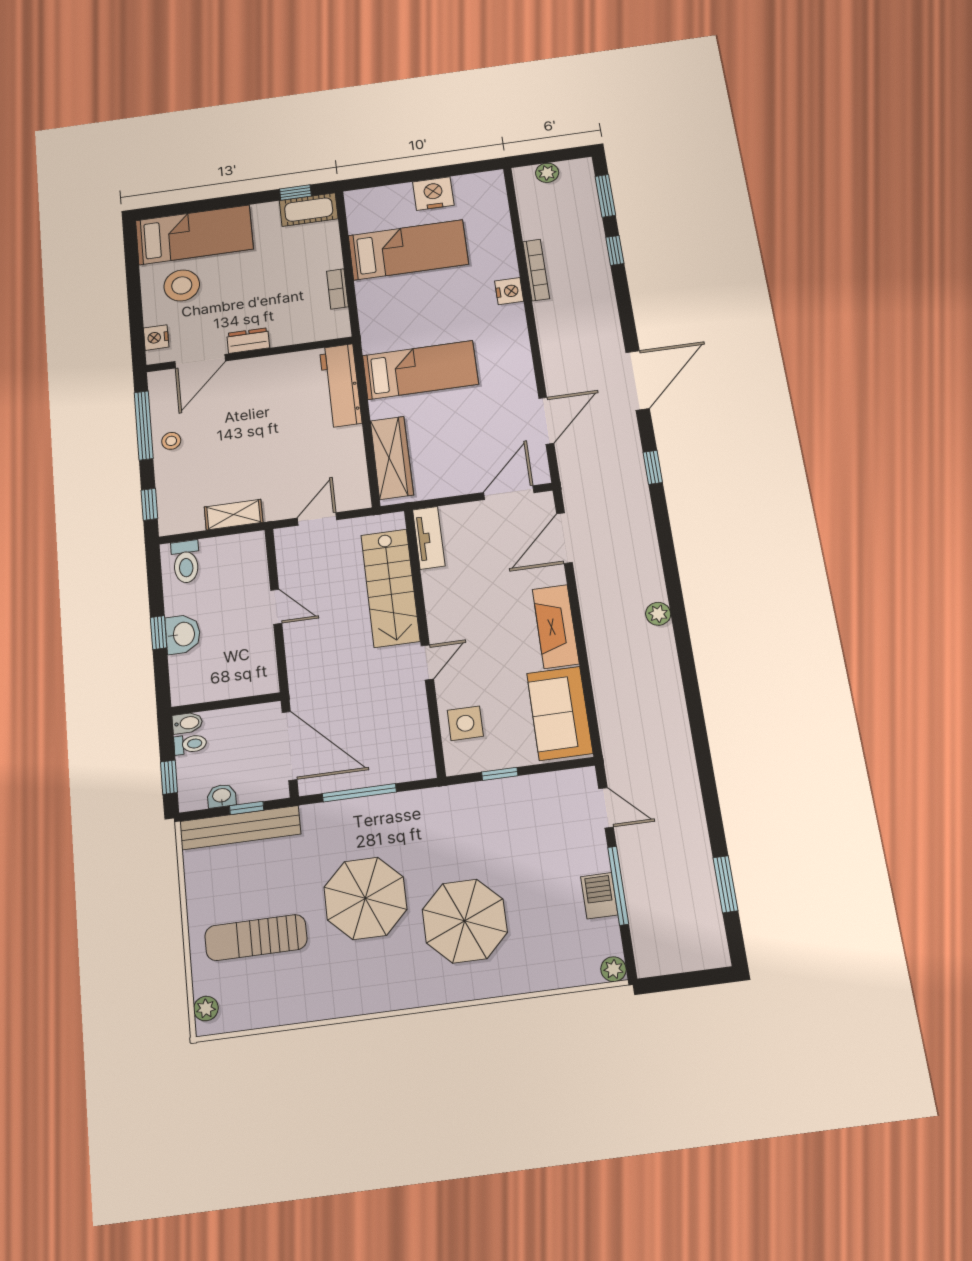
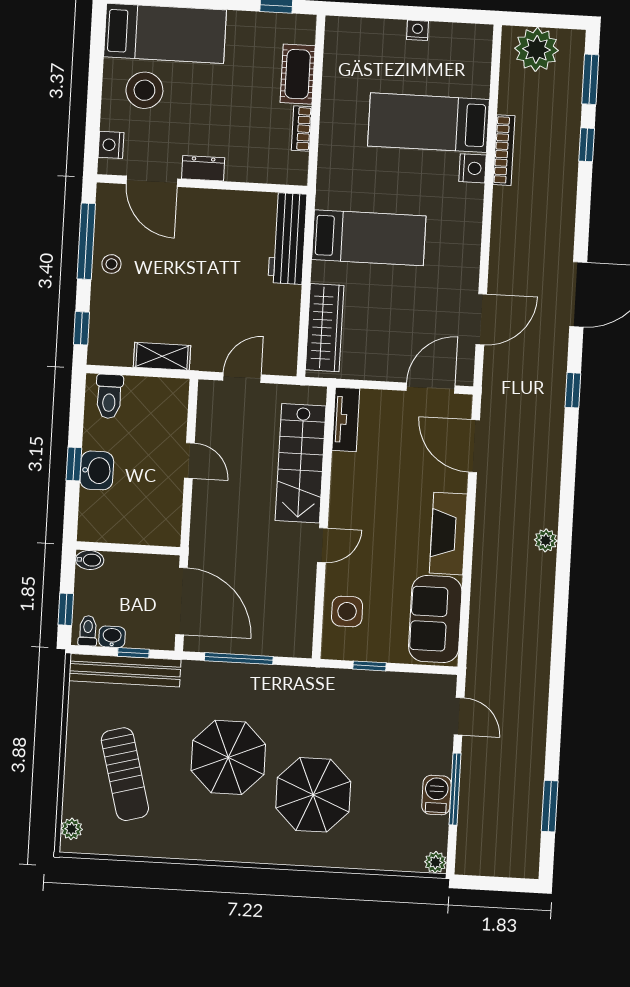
plant: (547, 173) -> (537, 49), width x1.88, depth x1.88
nightstand: (433, 194) -> (417, 30), width x0.53, depth x0.56
cot: (309, 210) -> (298, 74), moved, turned 90
bed: (408, 250) -> (429, 123), moved, turned 180
door: (200, 361) -> (152, 181), hinge flipped
door: (564, 538) -> (474, 446), hinge flipped
toilet: (190, 744) -> (88, 631), moved, turned -90
sun lounger: (256, 938) -> (125, 774), turned -105

